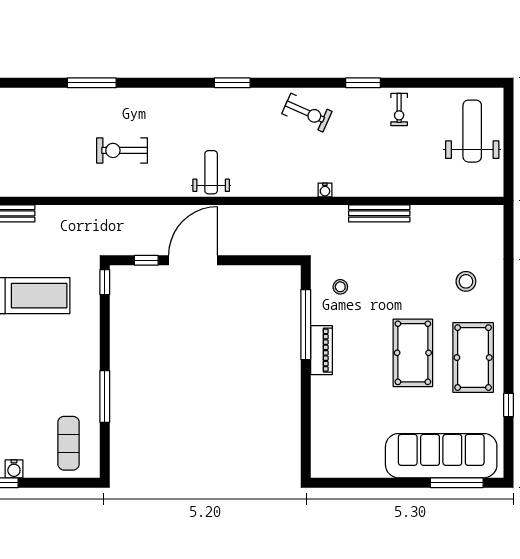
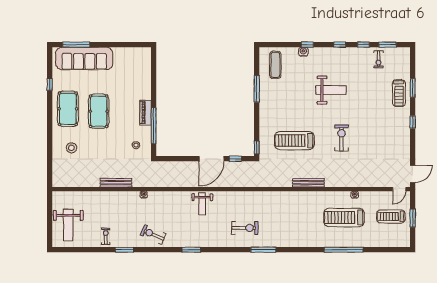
exercise bike: (122, 150) -> (245, 228), moved

